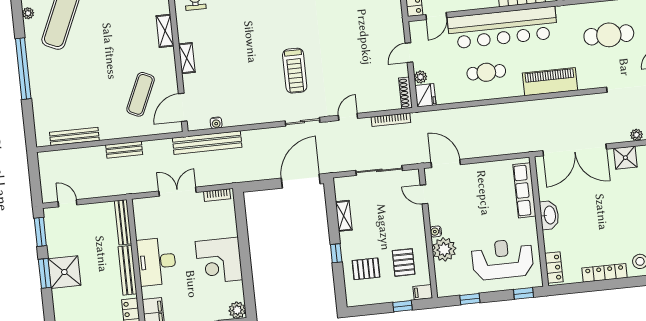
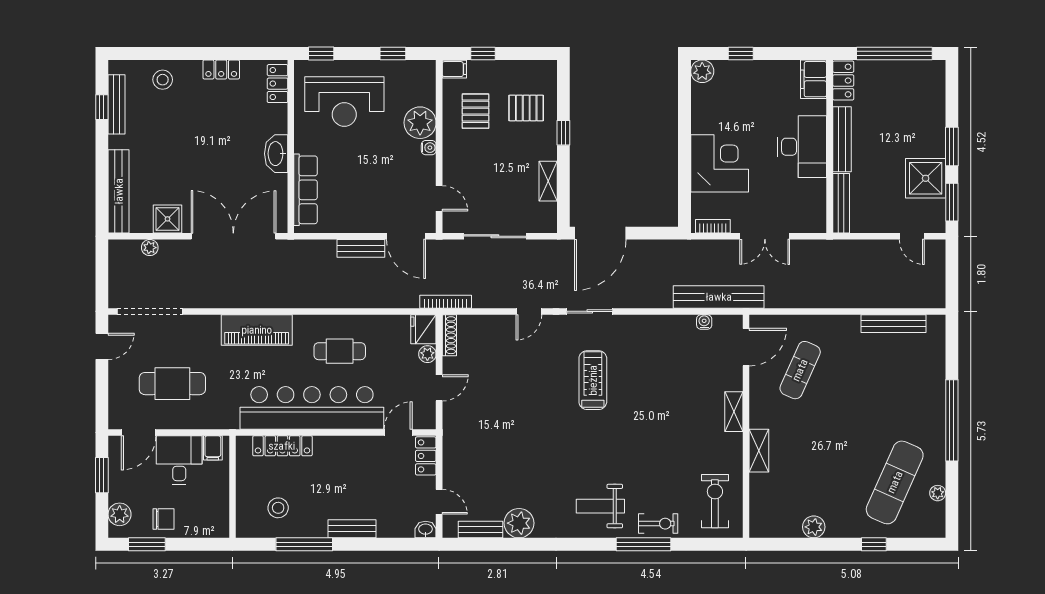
bookcase: (391, 120) -> (446, 302), moved
bench: (124, 150) -> (361, 248), moved
corner desk: (219, 261) -> (720, 163), moved
shower: (64, 272) -> (926, 178), moved
locker: (605, 273) -> (221, 69), width x0.66

